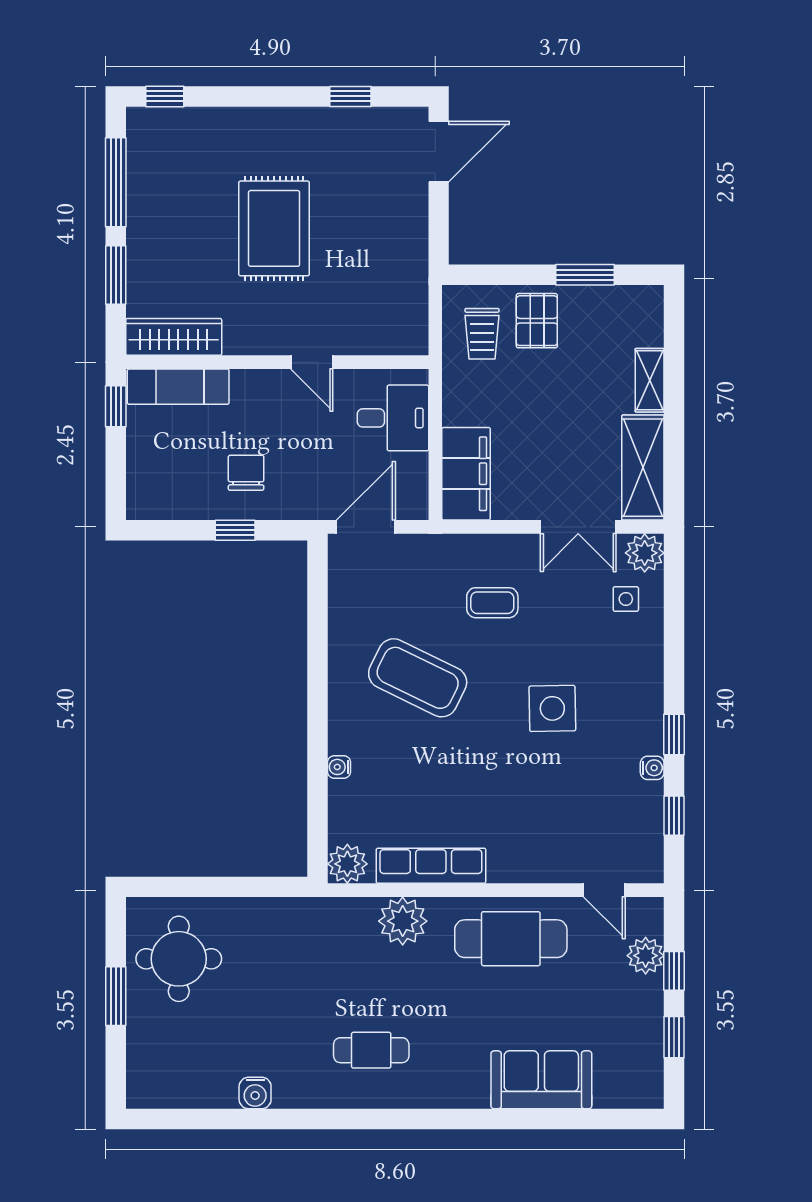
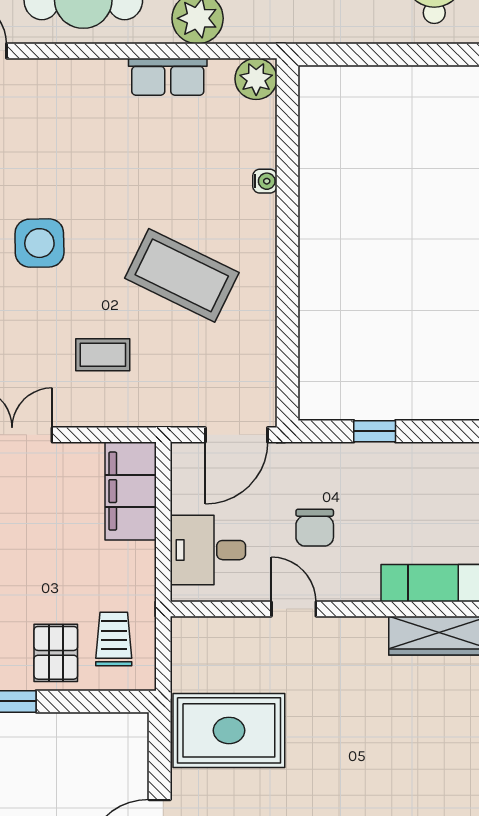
rug: (274, 228) -> (229, 730), moved, turned 90
chair: (246, 473) -> (315, 528), moved
row of seats: (431, 866) -> (168, 77), width x0.68

